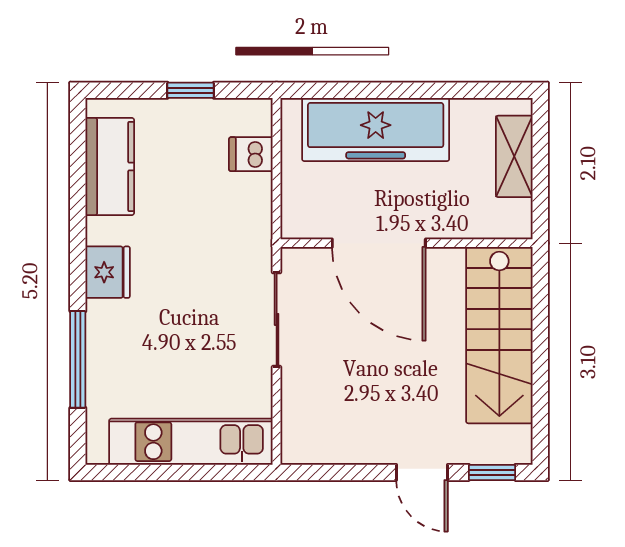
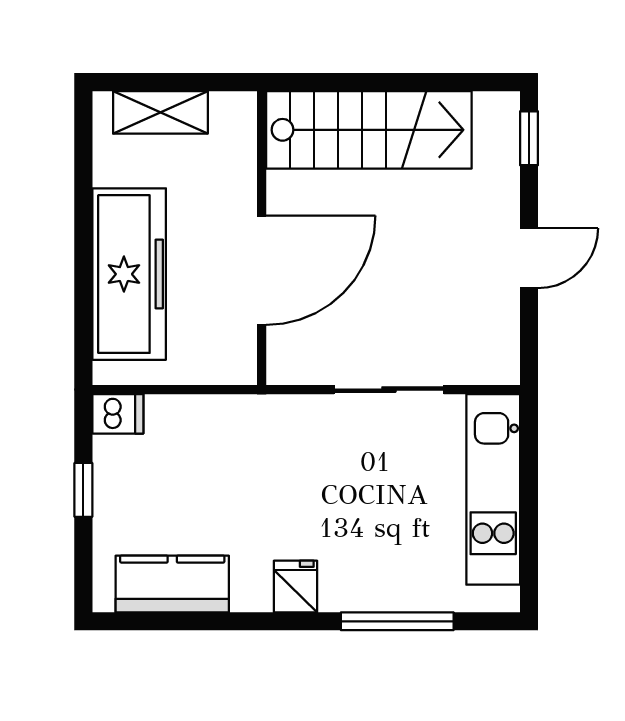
dishwasher: (251, 154) -> (118, 414), moved, turned -90
fridge: (108, 272) -> (296, 587), width x0.72
sliding door: (277, 320) -> (389, 390), moved
door: (422, 472) -> (529, 258), moved

